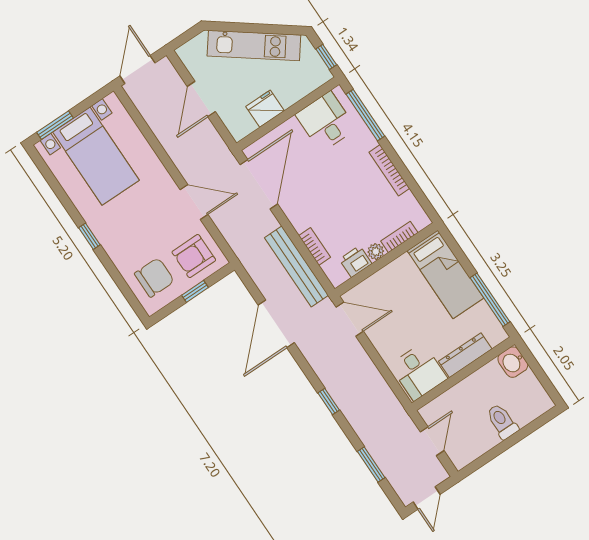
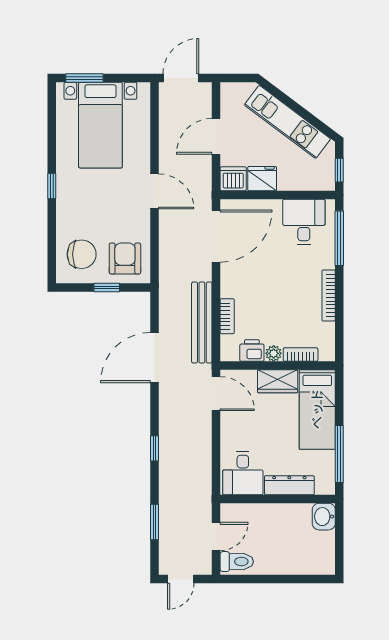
dishwasher: (240, 126) -> (233, 179), added
door: (194, 202) -> (154, 191), moved
armchair: (194, 256) -> (125, 258), turned 90
wardrobe: (395, 273) -> (278, 381), added
toilet: (502, 421) -> (237, 562), moved, turned 90

